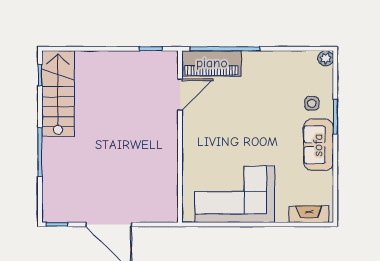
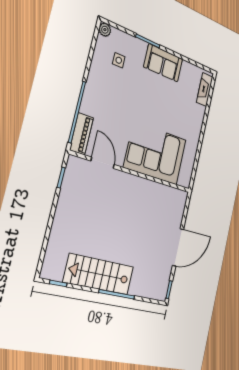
piano: (212, 63) -> (81, 134), width x0.73, depth x0.75
stairs: (58, 94) -> (99, 274), moved
side table: (312, 103) -> (119, 60), moved
corner sofa: (235, 194) -> (155, 153), moved, turned 90

